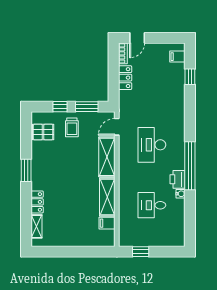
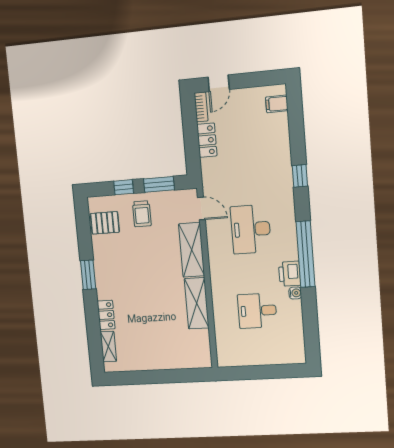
window: (190, 77) -> (300, 176), moved
door: (117, 127) -> (201, 208), swing flipped
filing cabinet: (107, 223) -> (199, 338), removed
window: (141, 252) -> (247, 373), removed

